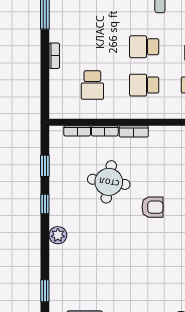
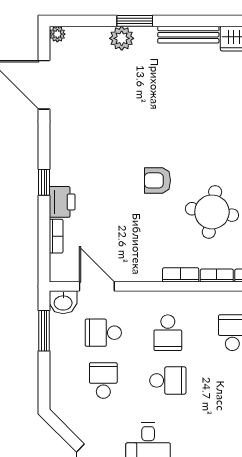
school desk: (144, 85) -> (168, 333), turned 90

